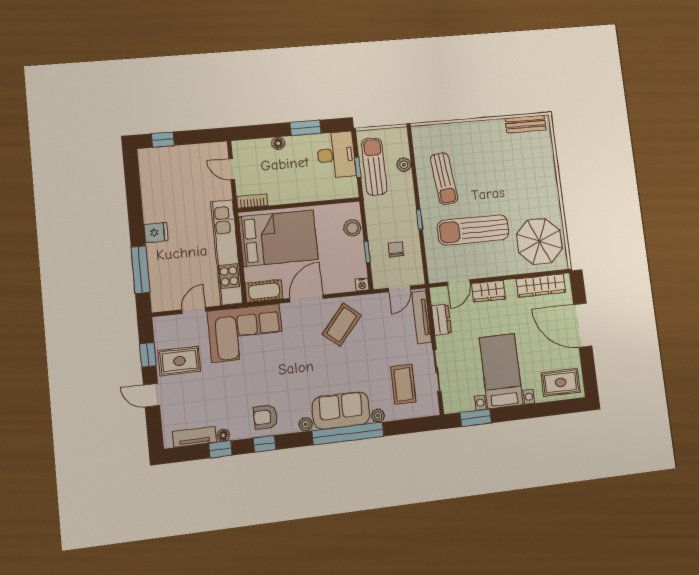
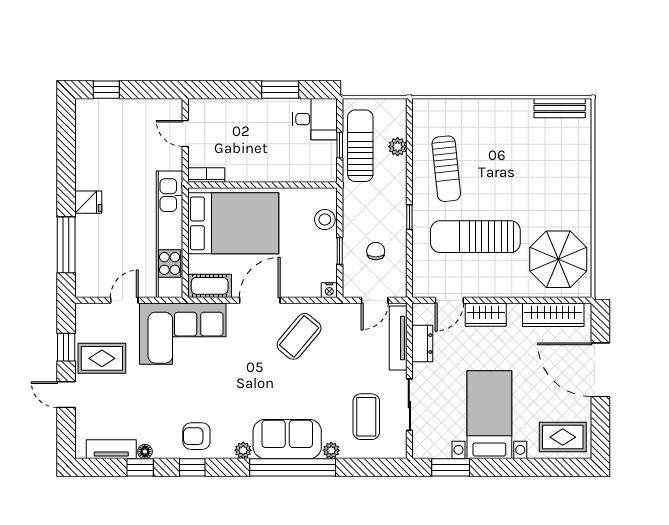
floor lamp: (278, 143) -> (245, 106), removed
desk: (336, 155) -> (315, 119), width x0.73

